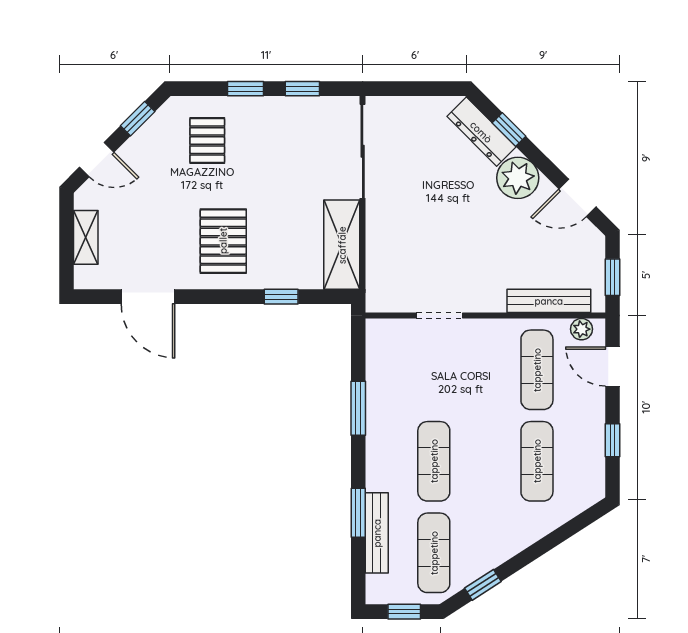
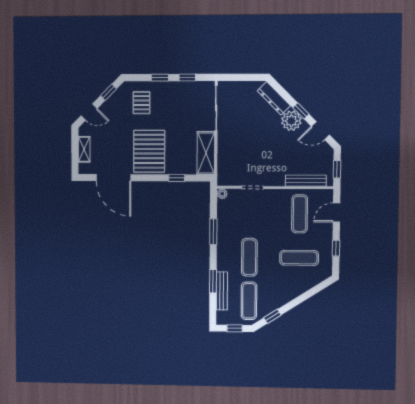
window: (509, 129) -> (301, 111), moved
pallet: (223, 241) -> (149, 151), width x1.37, depth x1.41
door: (148, 297) -> (113, 178), width x1.36
plant: (582, 329) -> (222, 194), moved
door: (612, 366) -> (336, 213), hinge flipped
exercise mat: (537, 461) -> (299, 258), turned 90

